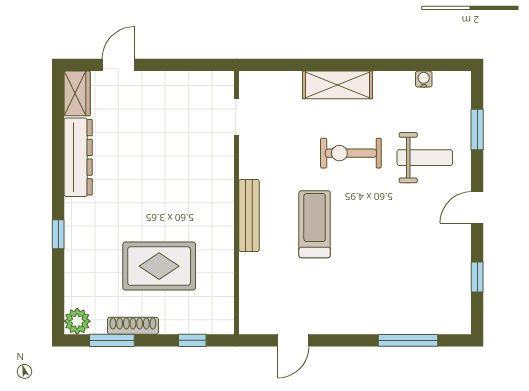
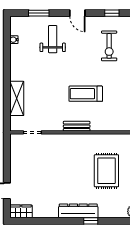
shelving: (337, 85) -> (17, 98), moved
exercise bike: (351, 153) -> (109, 46), moved
dresser: (78, 157) -> (78, 211), moved
bench: (249, 216) -> (77, 126), width x0.73

